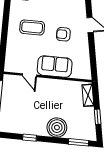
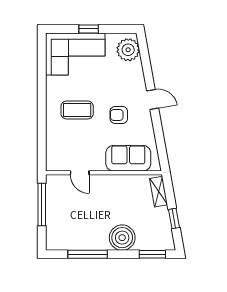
sofa: (55, 67) -> (128, 158), moved
window: (30, 138) -> (88, 254), width x2.17

